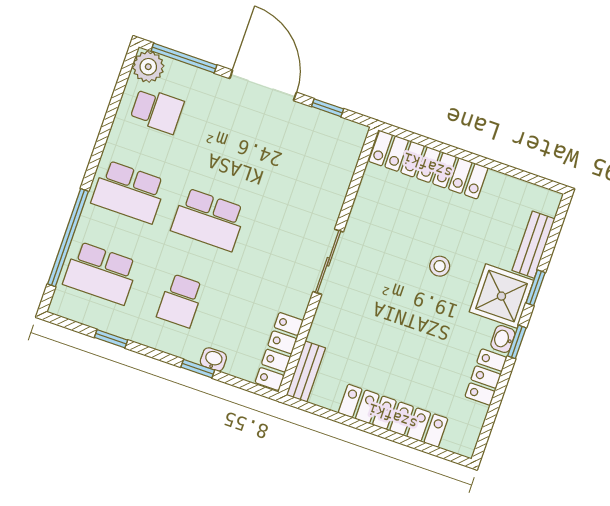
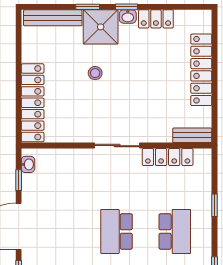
school desk: (209, 219) -> (117, 231), turned 180
bench: (533, 245) -> (53, 18), width x1.36
school desk: (180, 301) -> (175, 231), width x1.85
locker: (279, 351) -> (168, 157), moved
washbasin: (213, 359) -> (28, 164), moved, turned 180

